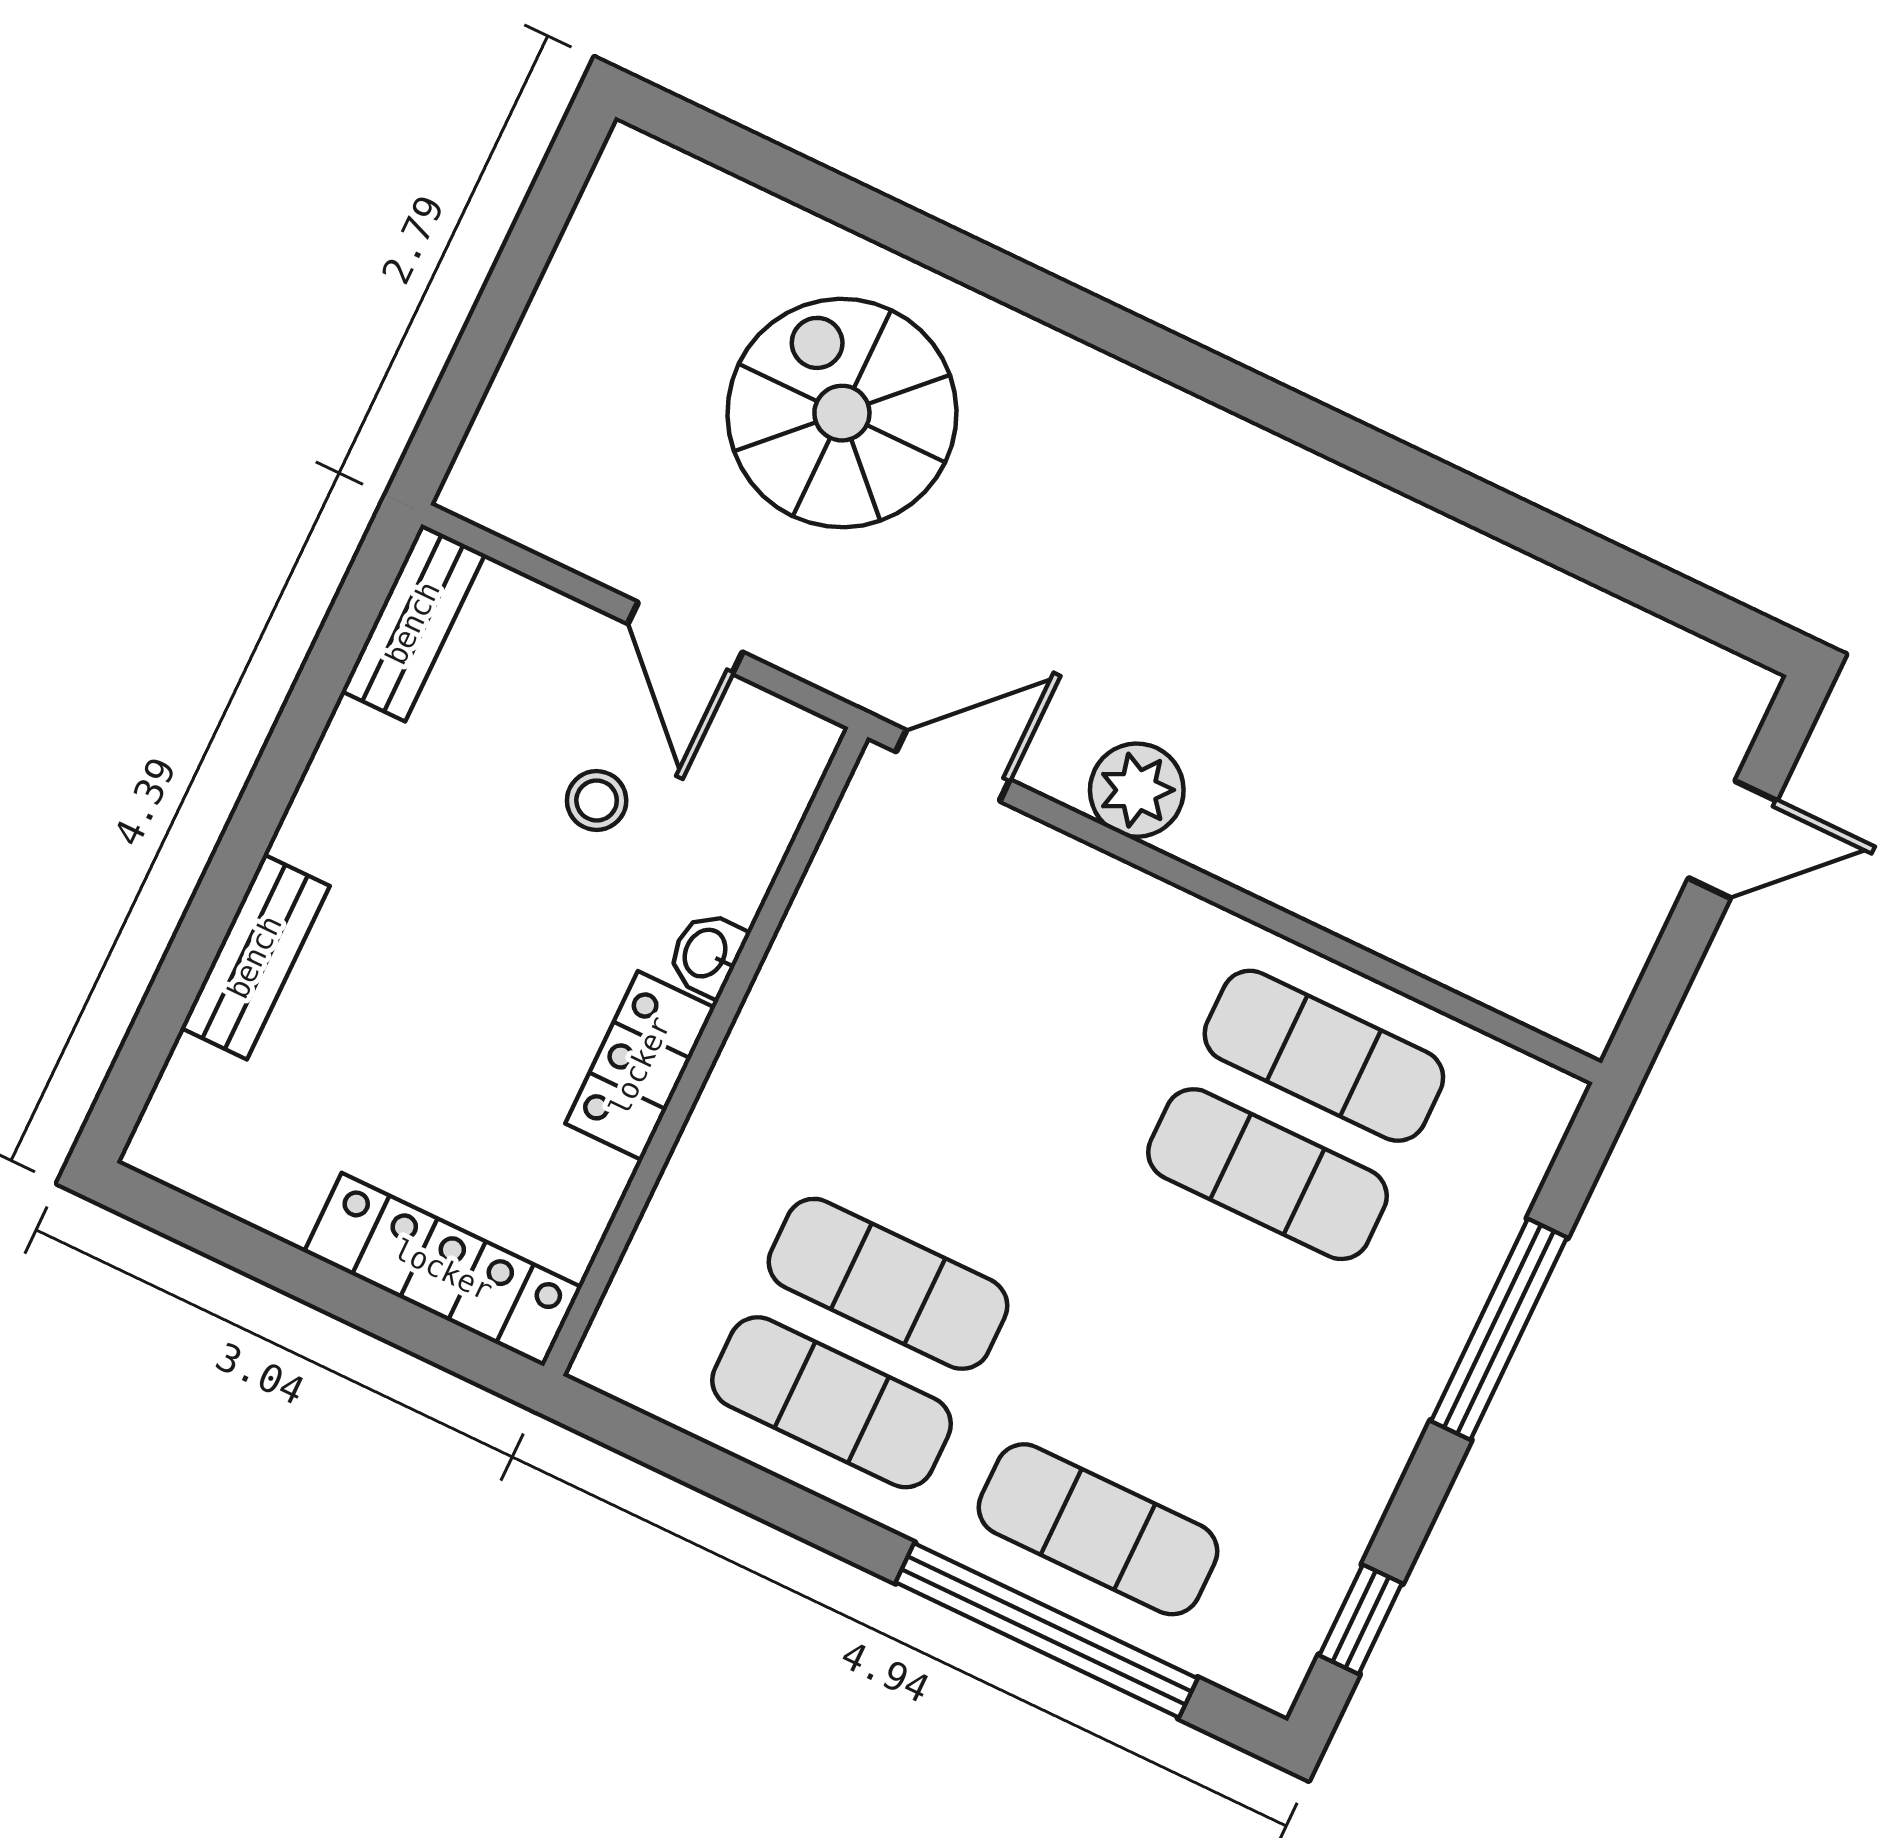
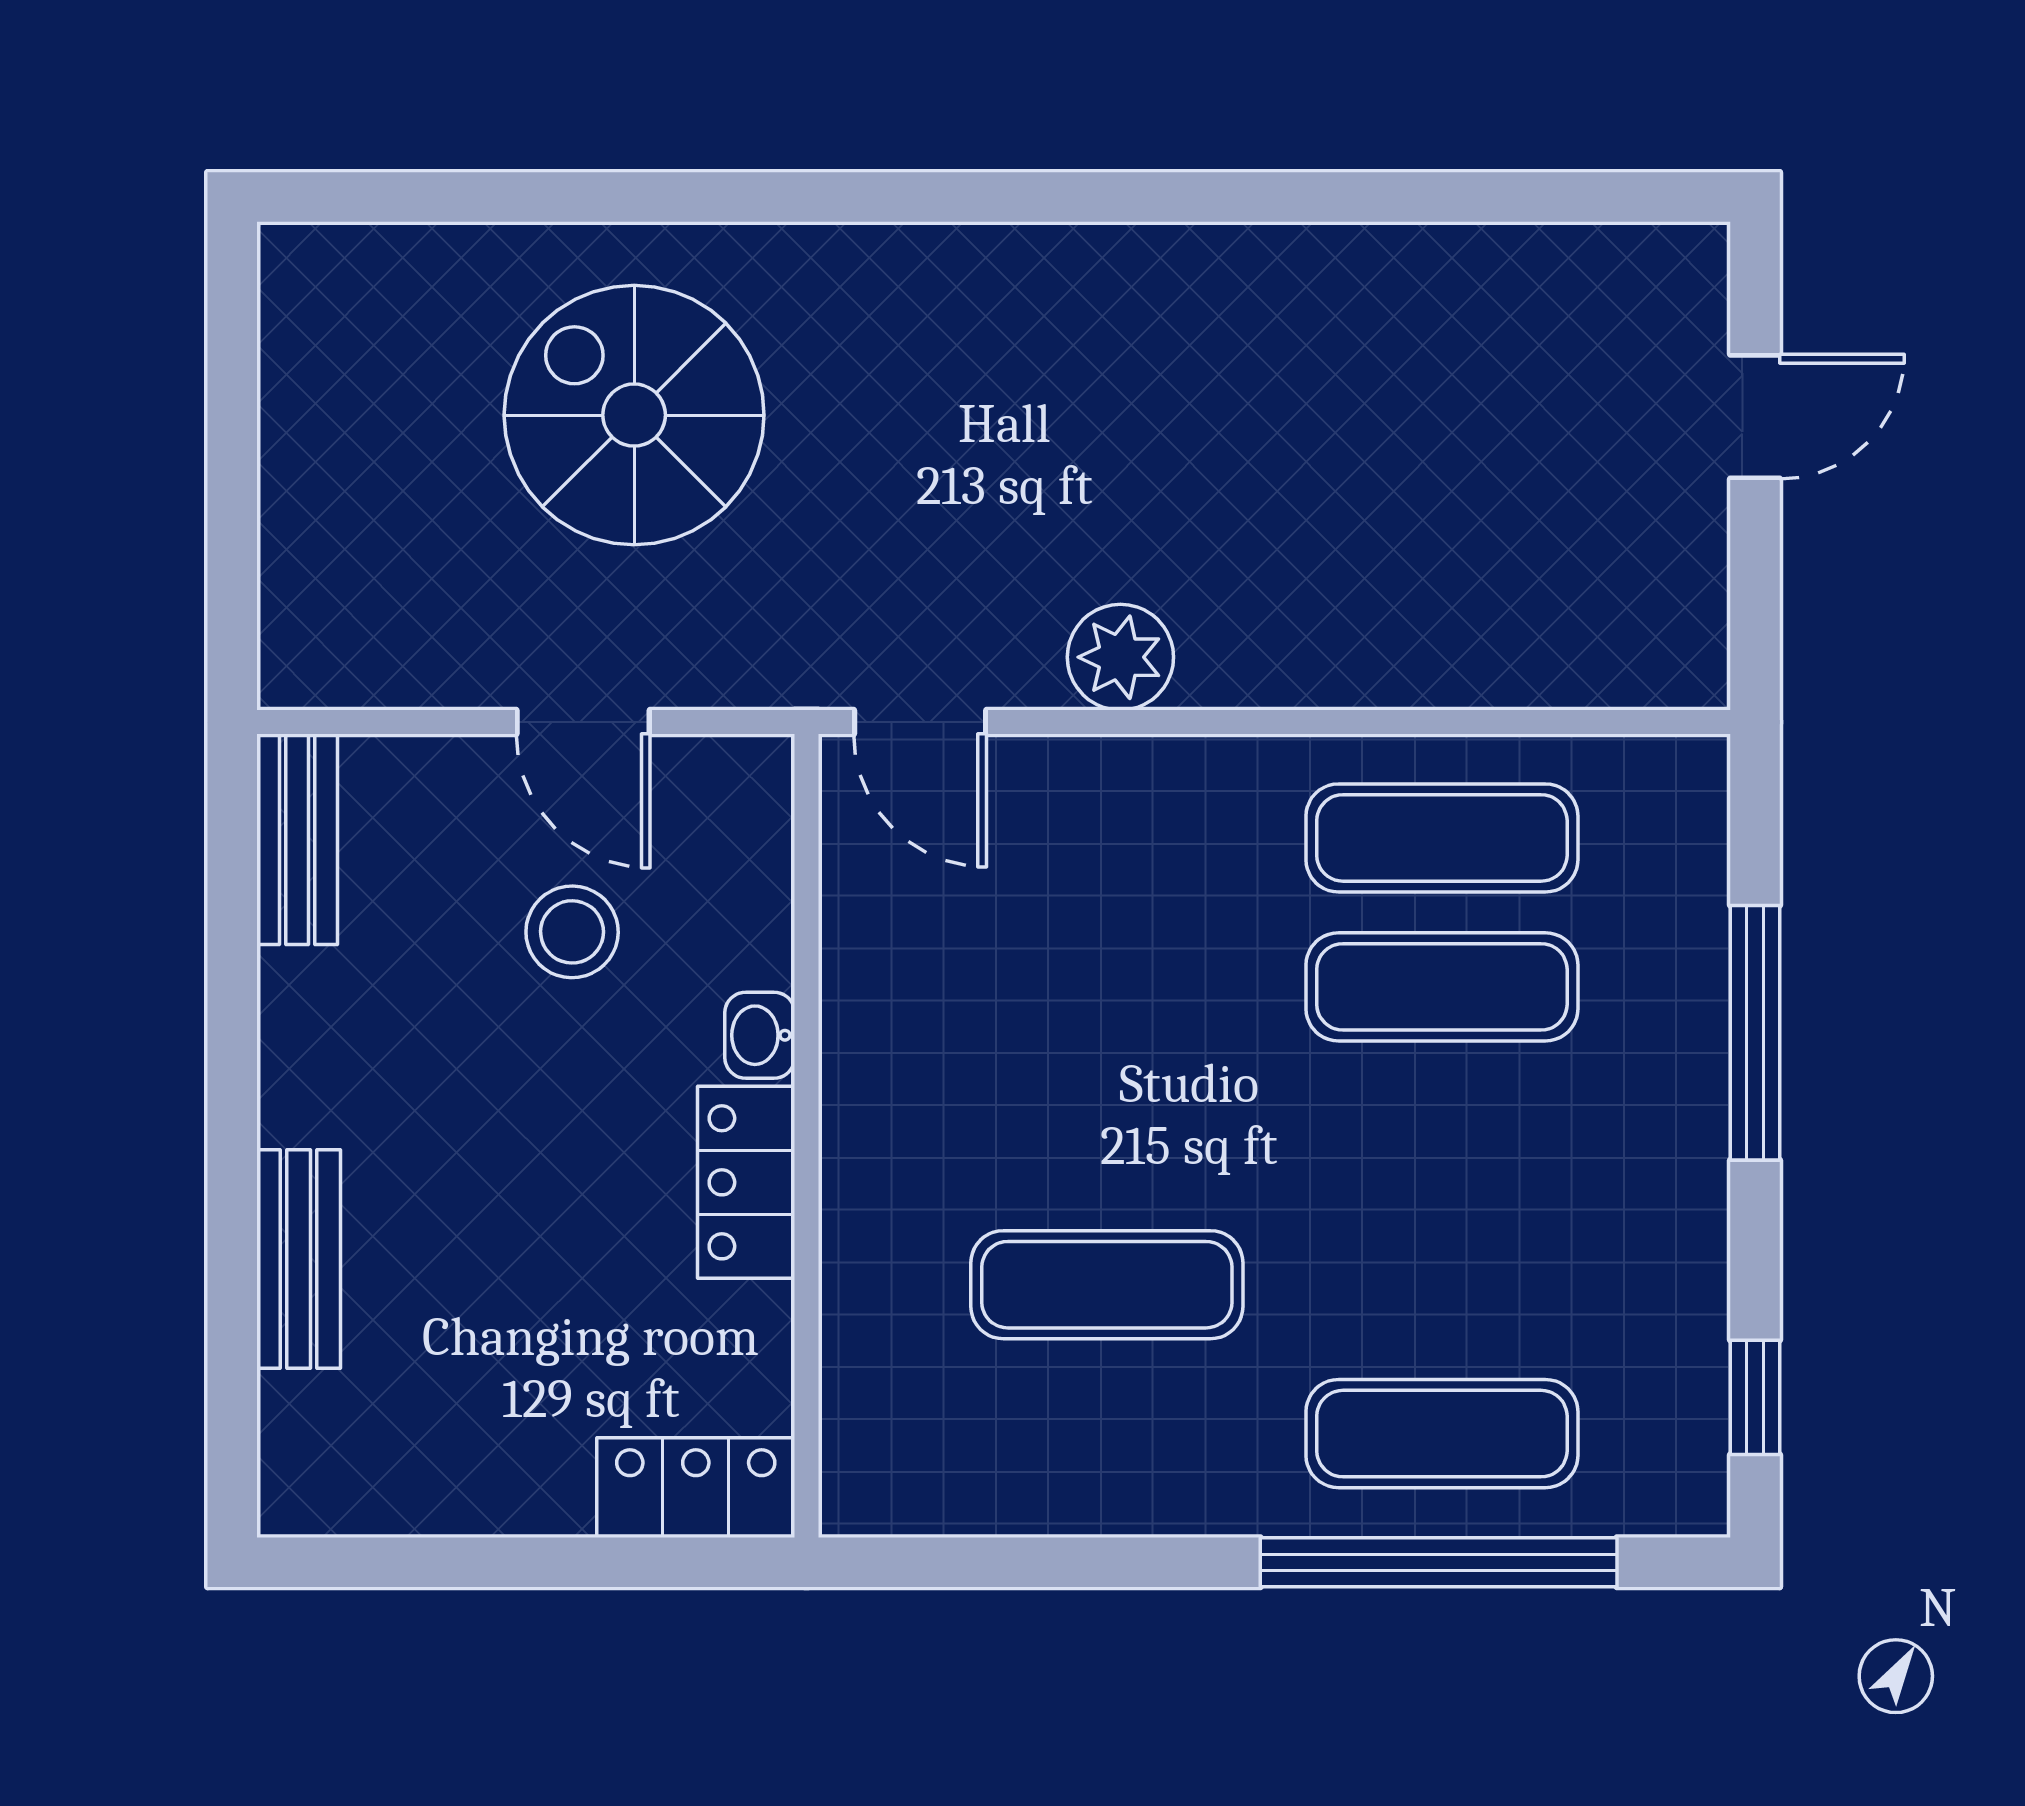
door: (953, 766) -> (920, 722), swing flipped
stool: (597, 800) -> (572, 932), width x1.37, depth x1.37
locker: (443, 1270) -> (696, 1488), width x0.66
exercise mat: (832, 1402) -> (1107, 1434), removed

